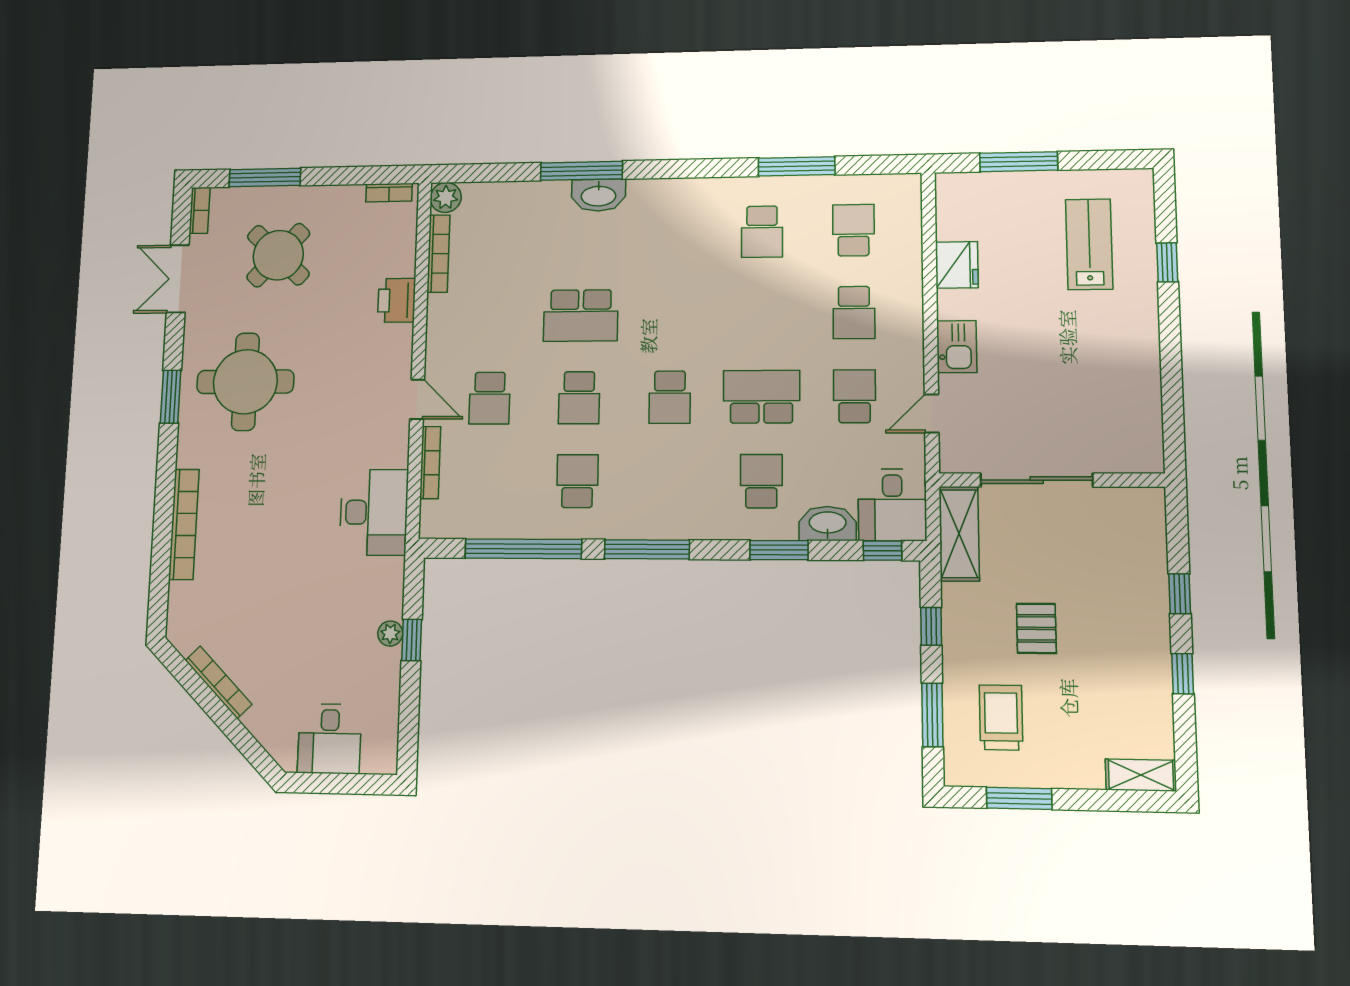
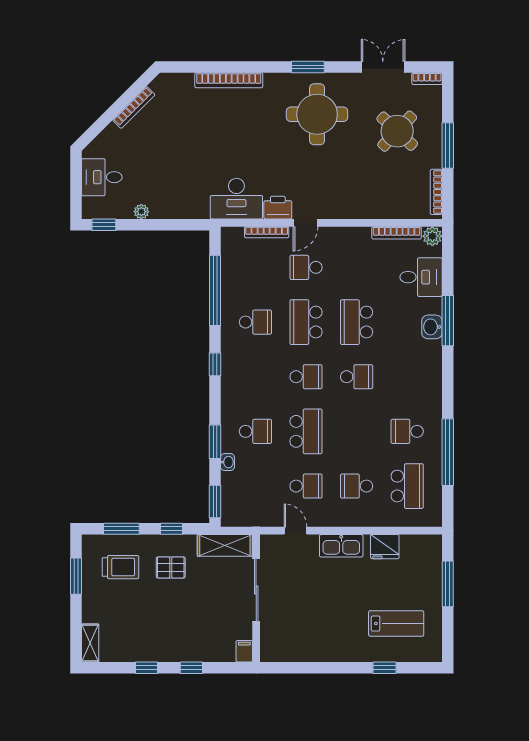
window: (797, 166) -> (448, 452), width x1.46
window: (265, 177) -> (448, 146), moved
bookcase: (389, 193) -> (436, 192), width x1.56
washbasin: (598, 195) -> (432, 327), width x0.72
school desk: (853, 230) -> (407, 486), width x1.85
printer: (397, 300) -> (278, 208), moved
school desk: (671, 315) -> (357, 377), added
kitchen sink: (957, 347) -> (341, 546), width x1.38
school desk: (670, 397) -> (306, 377), turned 180
school desk: (579, 398) -> (306, 322), width x1.85
filing cabinet: (1146, 501) -> (244, 651), added
desk: (892, 505) -> (421, 277), moved, turned 180
washbasin: (828, 523) -> (227, 462), width x0.52, depth x0.69
window: (647, 549) -> (215, 364), width x0.46
window: (882, 551) -> (215, 502), width x1.50
pallet: (1036, 628) -> (171, 567), moved
plant: (390, 634) -> (141, 212), moved
window: (412, 640) -> (104, 225), moved

